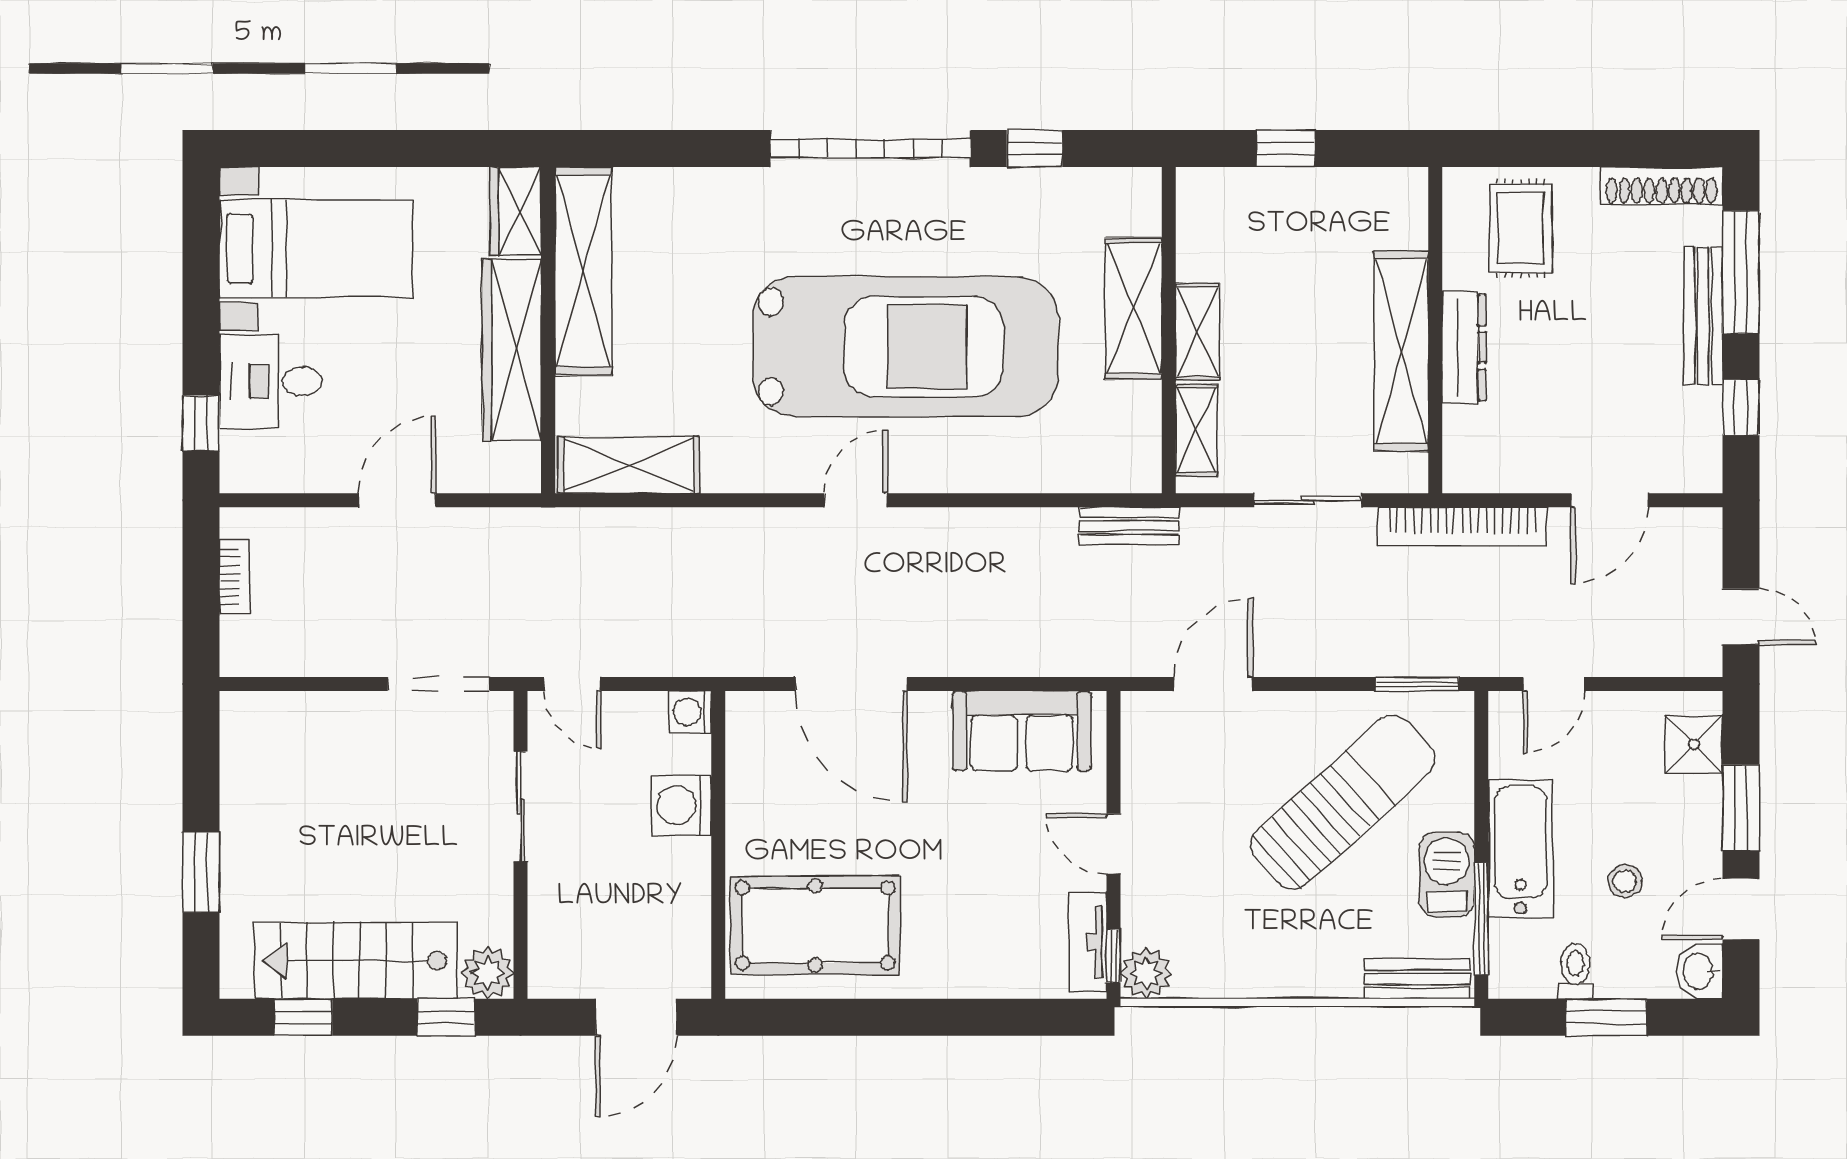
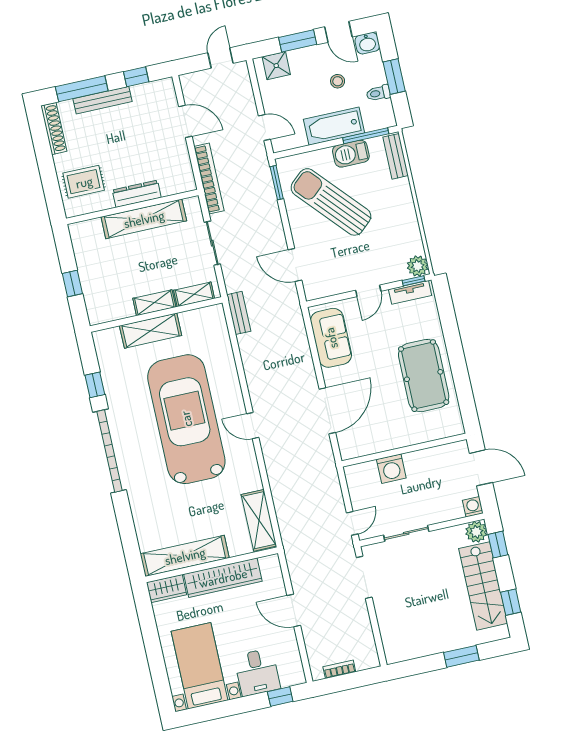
washing machine: (690, 712) -> (473, 507), moved, turned 180
pool table: (815, 925) -> (424, 376), moved

